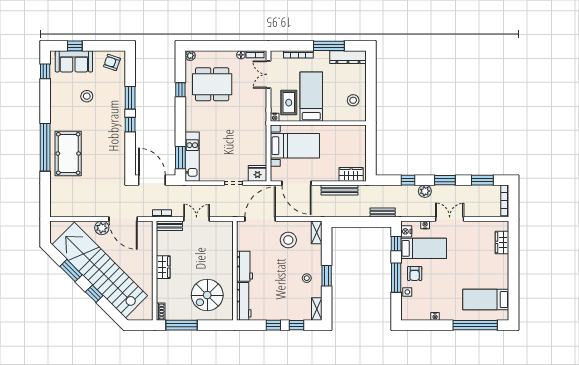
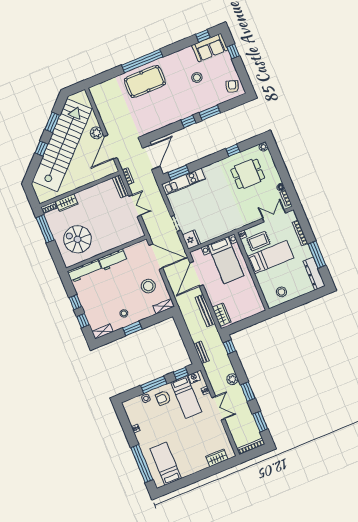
sofa: (74, 61) -> (210, 48), moved, turned -90
dining table: (212, 84) -> (248, 174), width x0.73
window: (408, 180) -> (229, 347), moved
wardrobe: (163, 267) -> (67, 203), moved

